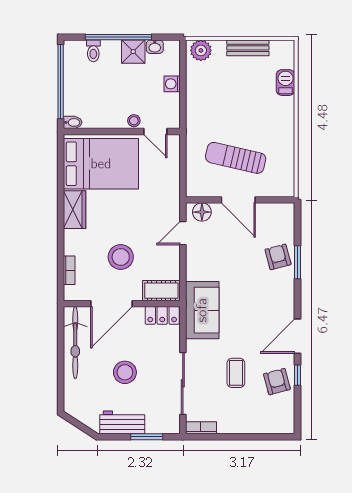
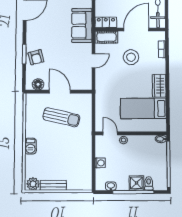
plant: (201, 50) -> (33, 184), moved
shower: (133, 52) -> (136, 183), moved
barbecue: (286, 83) -> (31, 146), moved
bed: (101, 164) -> (143, 108), width x0.67
floor lamp: (202, 212) -> (38, 84), moved
door: (183, 233) -> (93, 61), moved

